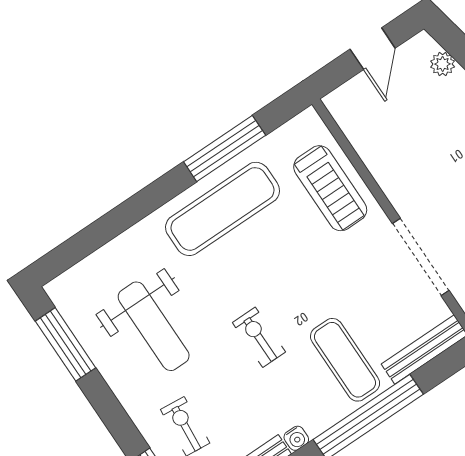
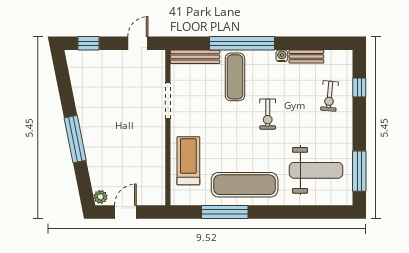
plant: (443, 64) -> (100, 197), moved
doorway: (421, 257) -> (168, 101), width x0.73
weight bench: (154, 326) -> (316, 170), moved, turned 90

